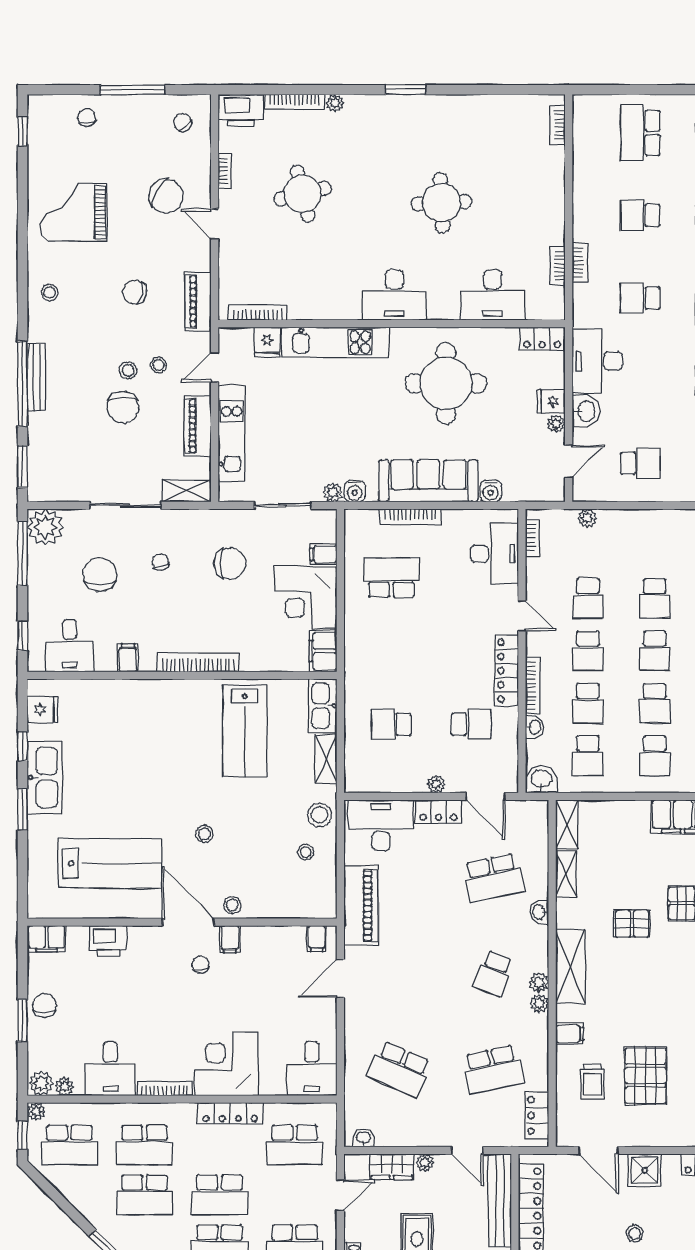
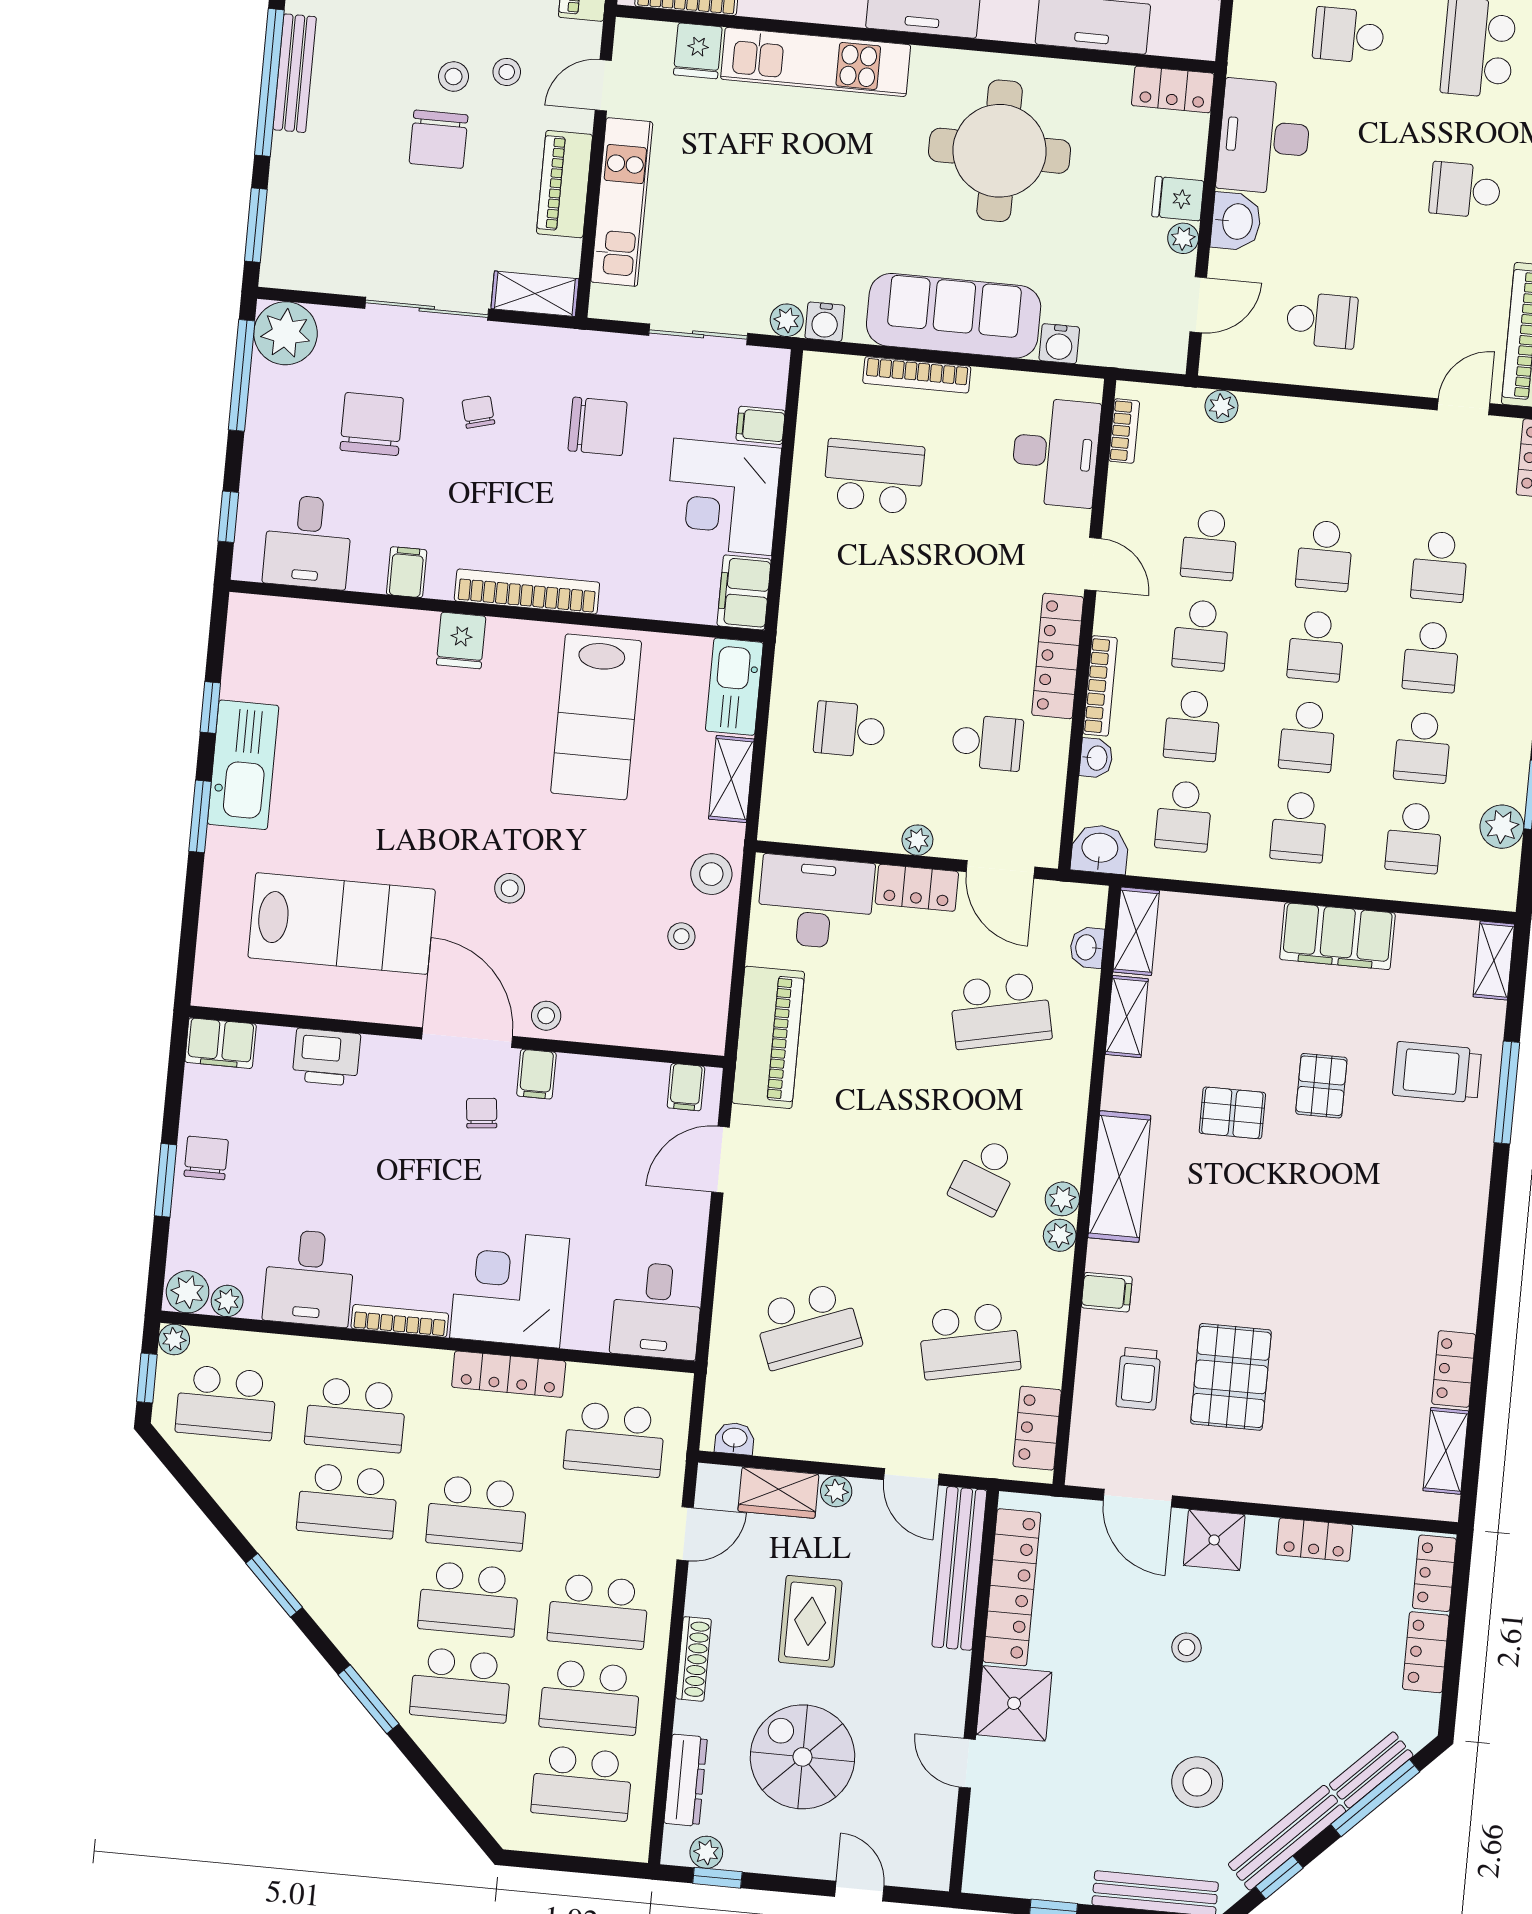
fridge: (43, 710) -> (461, 641), moved, turned 90
washbasin: (539, 912) -> (1087, 947), moved
school desk: (399, 1069) -> (807, 1326), turned -45

